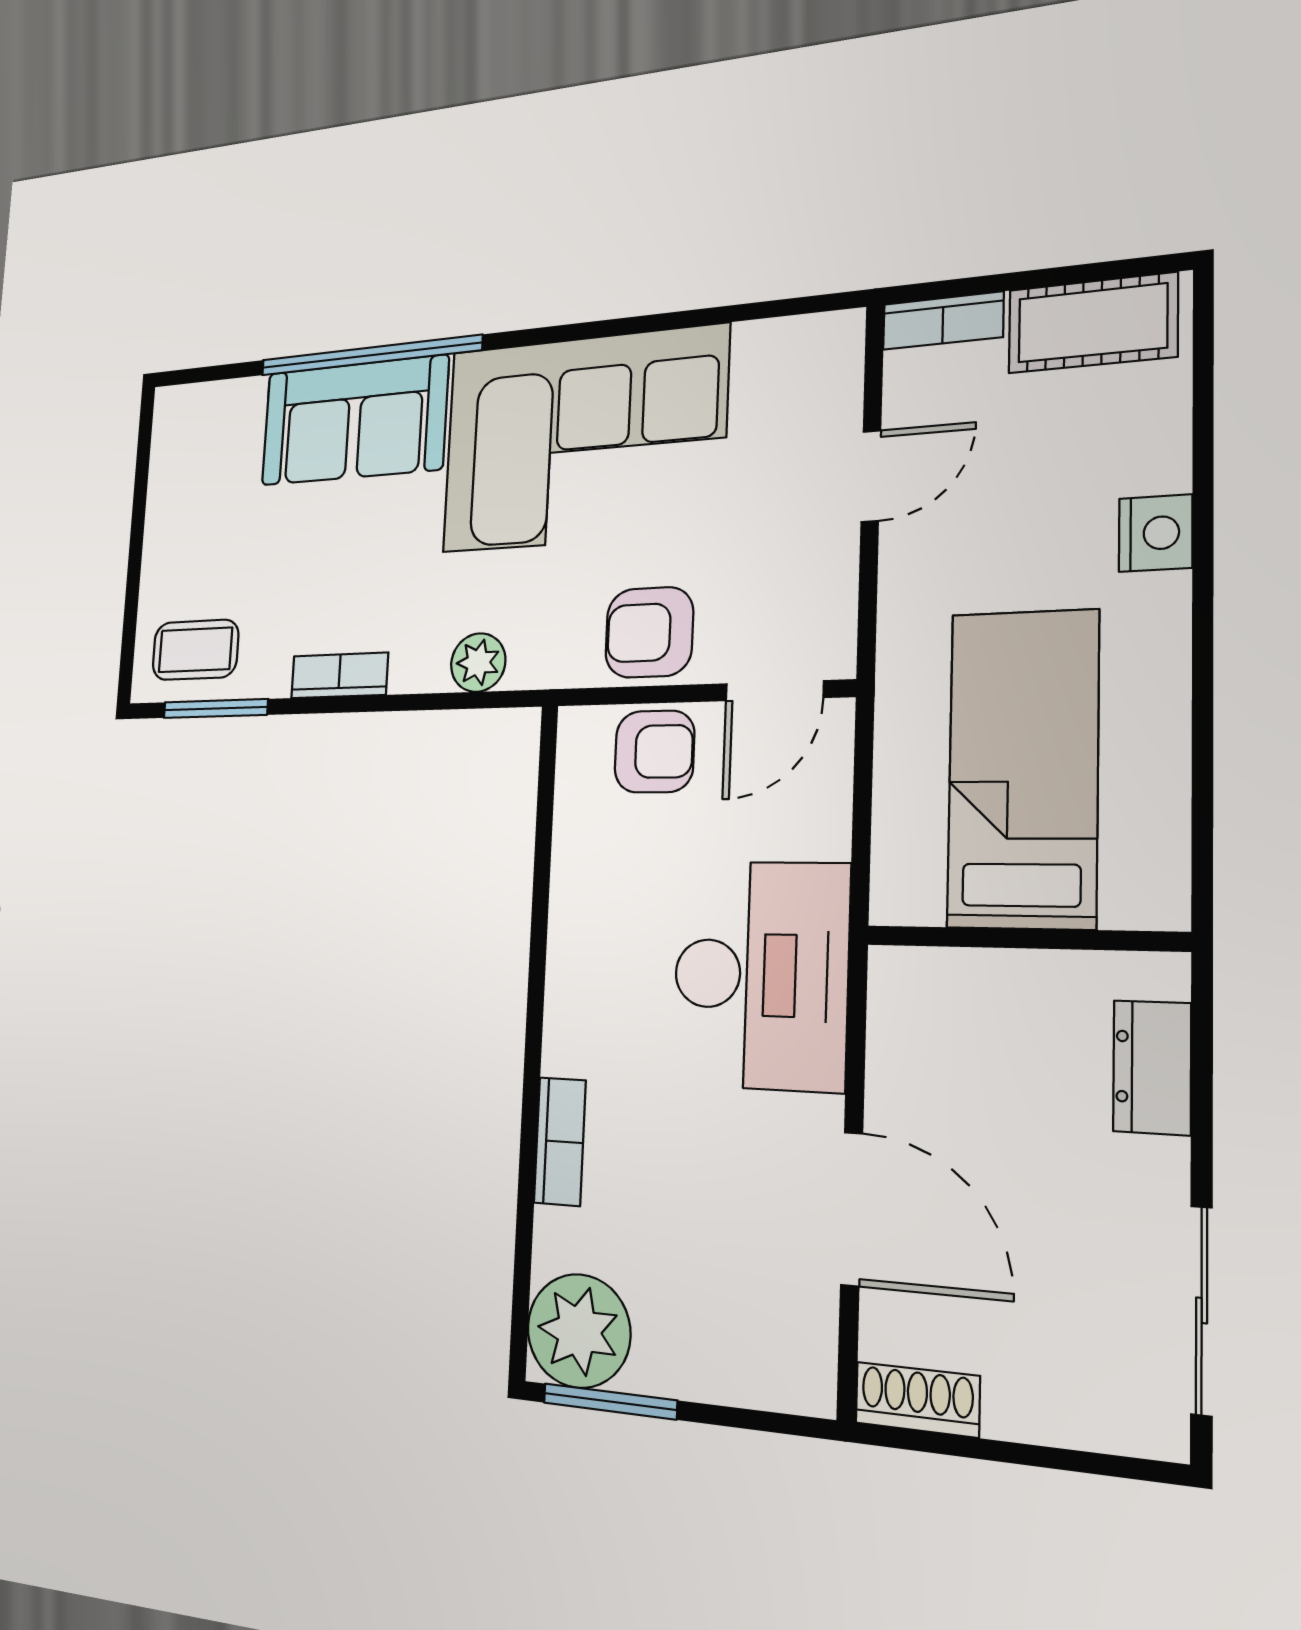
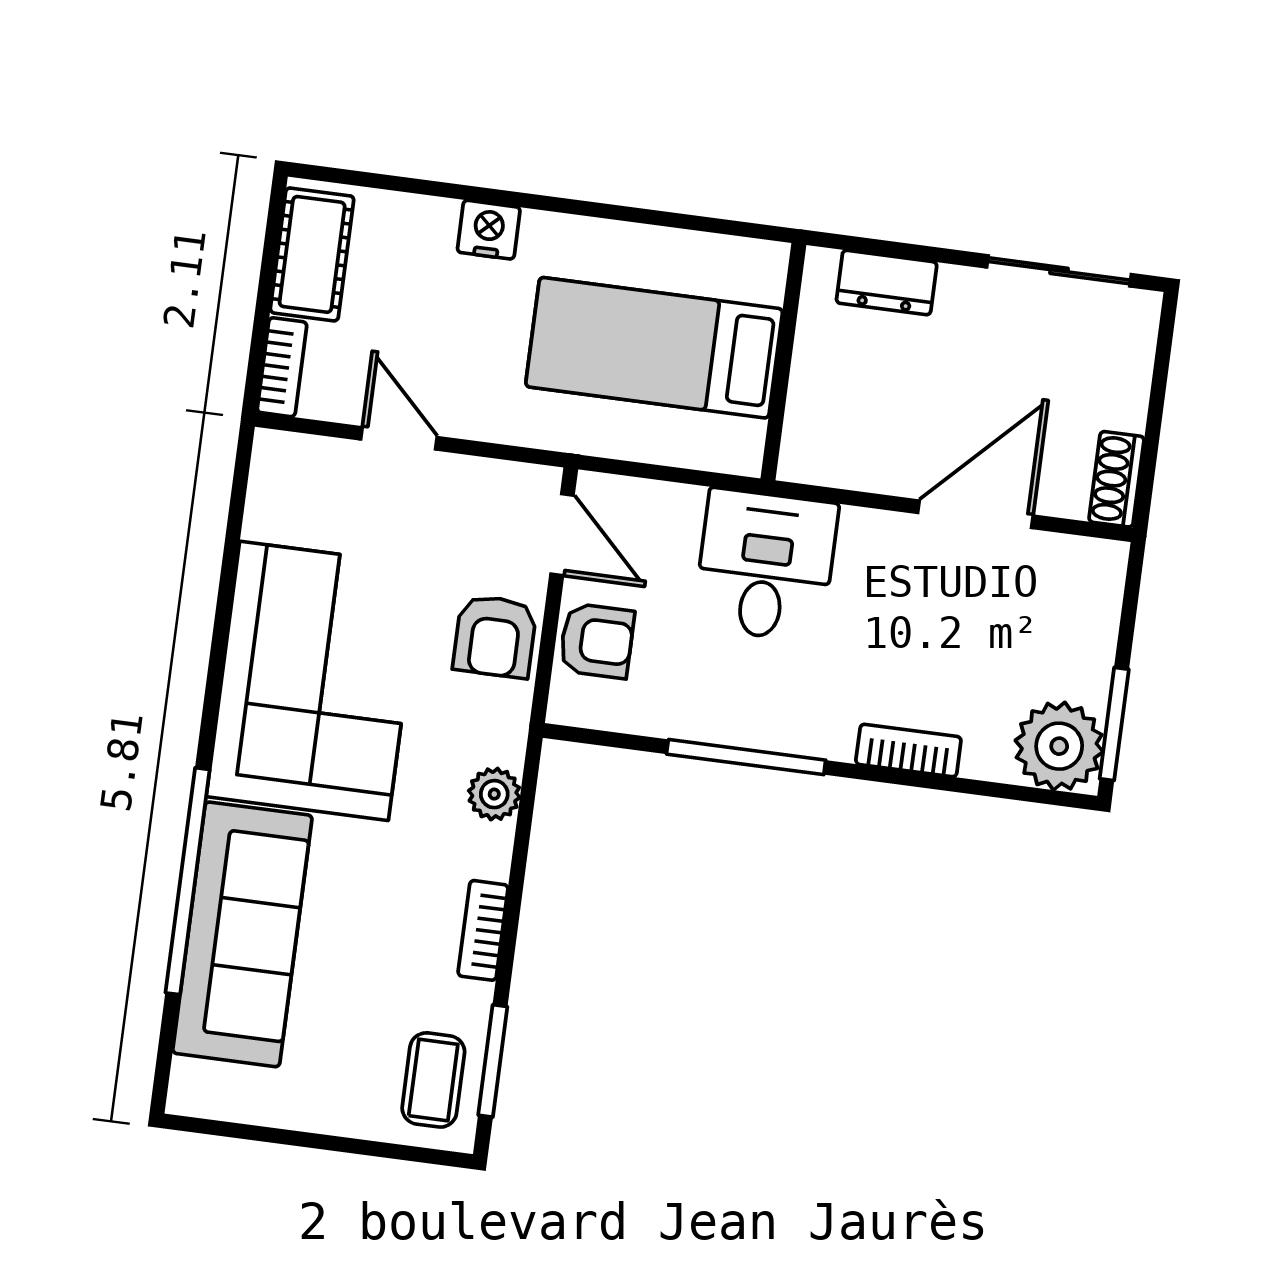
sofa: (354, 421) -> (242, 934), width x1.36
armchair: (654, 752) -> (597, 641), turned 90
window: (538, 946) -> (746, 757), added
desk: (761, 975) -> (766, 565), width x0.73

